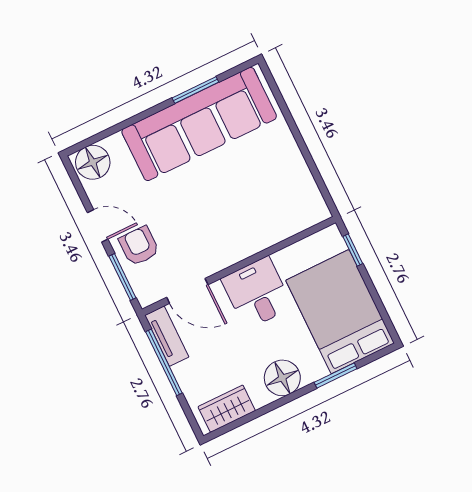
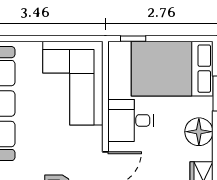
corner sofa: (268, 206) -> (73, 83), added

